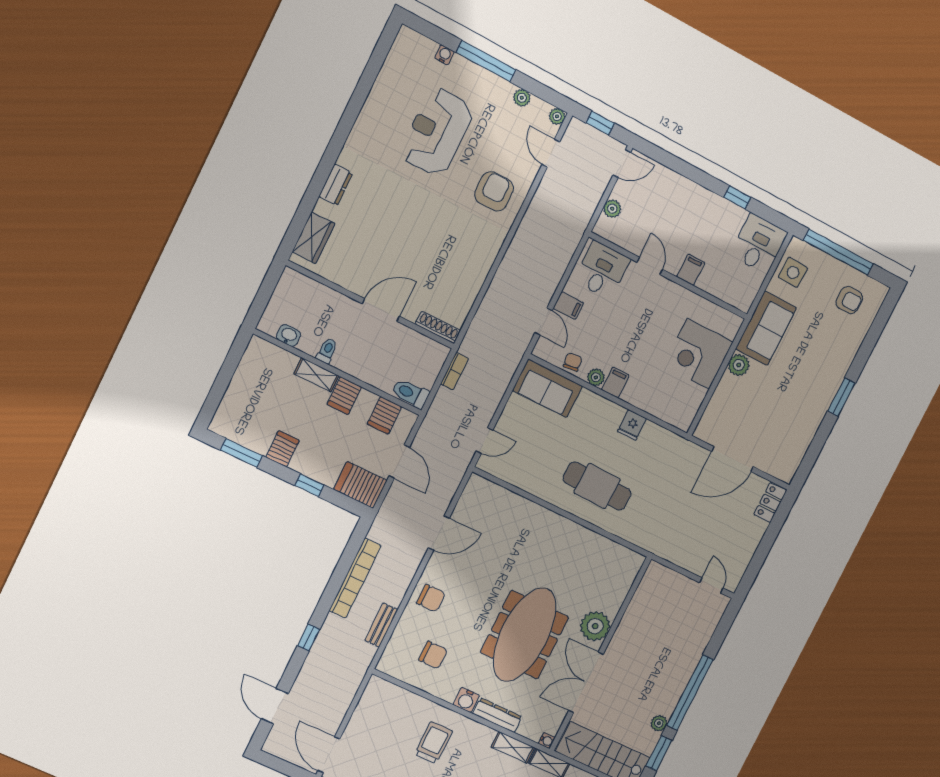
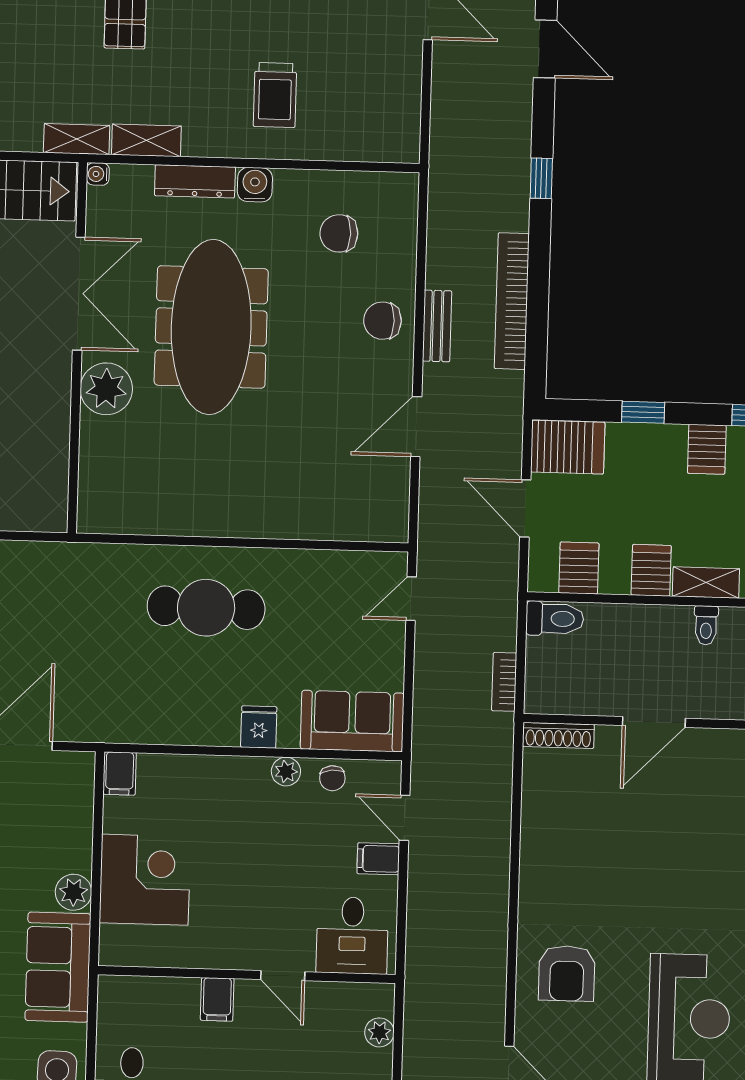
filing cabinet: (615, 383) -> (120, 773), moved
fridge: (632, 425) -> (259, 727), moved
bench: (381, 625) -> (437, 326), moved

